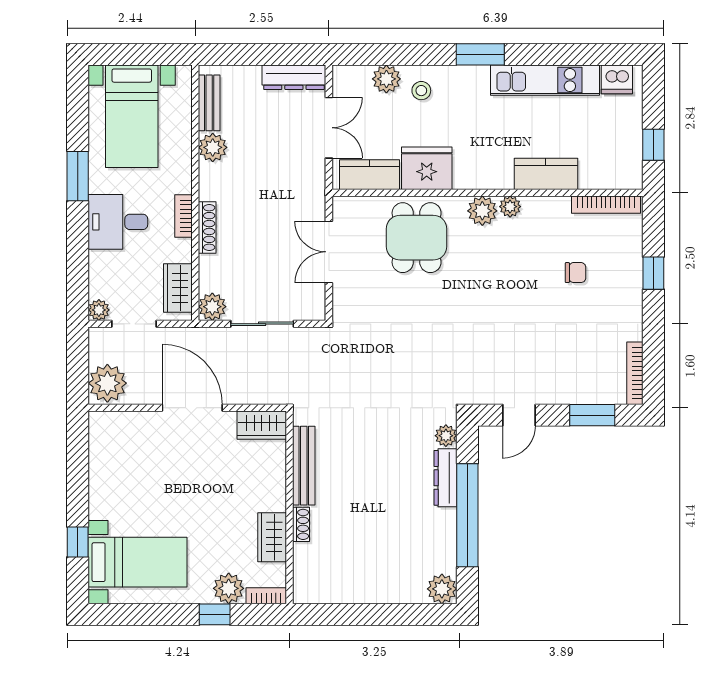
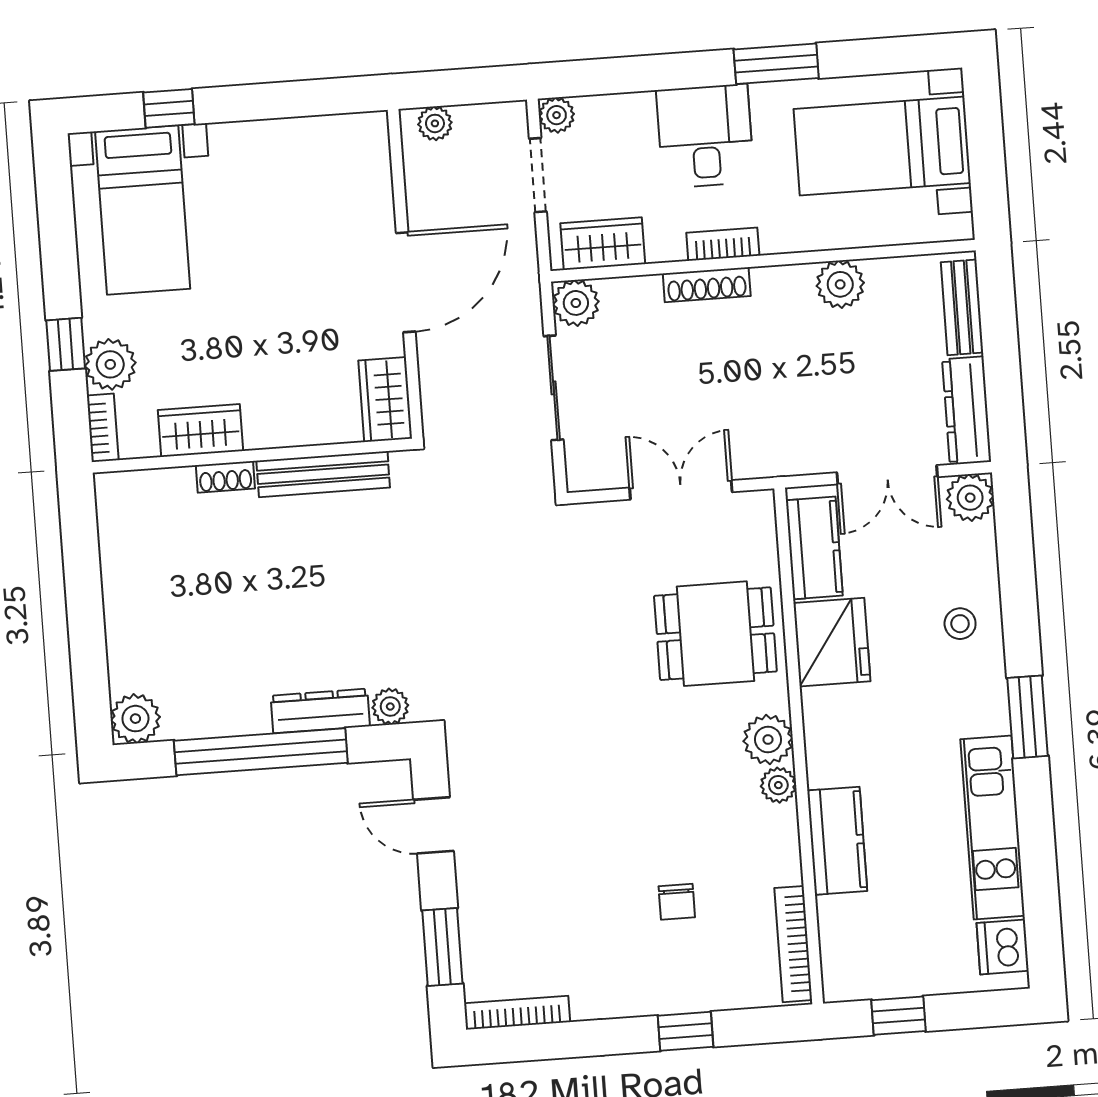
plant: (386, 79) -> (970, 498), moved
bench: (209, 103) -> (962, 307), moved, turned 90
plant: (107, 383) -> (435, 123), width x0.53, depth x0.53

